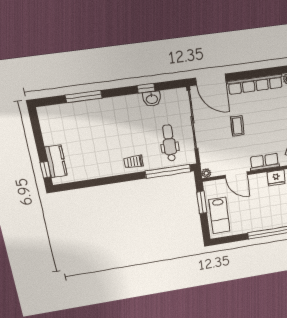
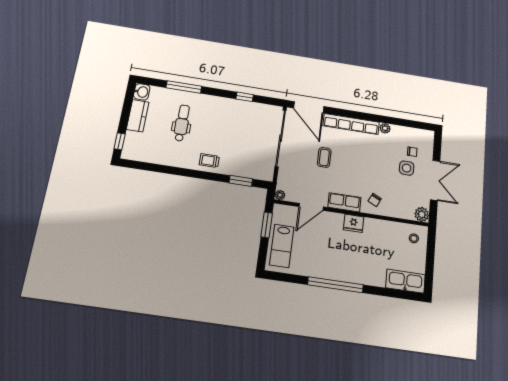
washbasin: (152, 99) -> (142, 92), moved, turned -90
dental chair: (169, 143) -> (182, 123), moved
kitchen counter: (56, 161) -> (138, 116), moved
window: (168, 171) -> (241, 181), width x0.47
door: (236, 175) -> (311, 207), hinge flipped

